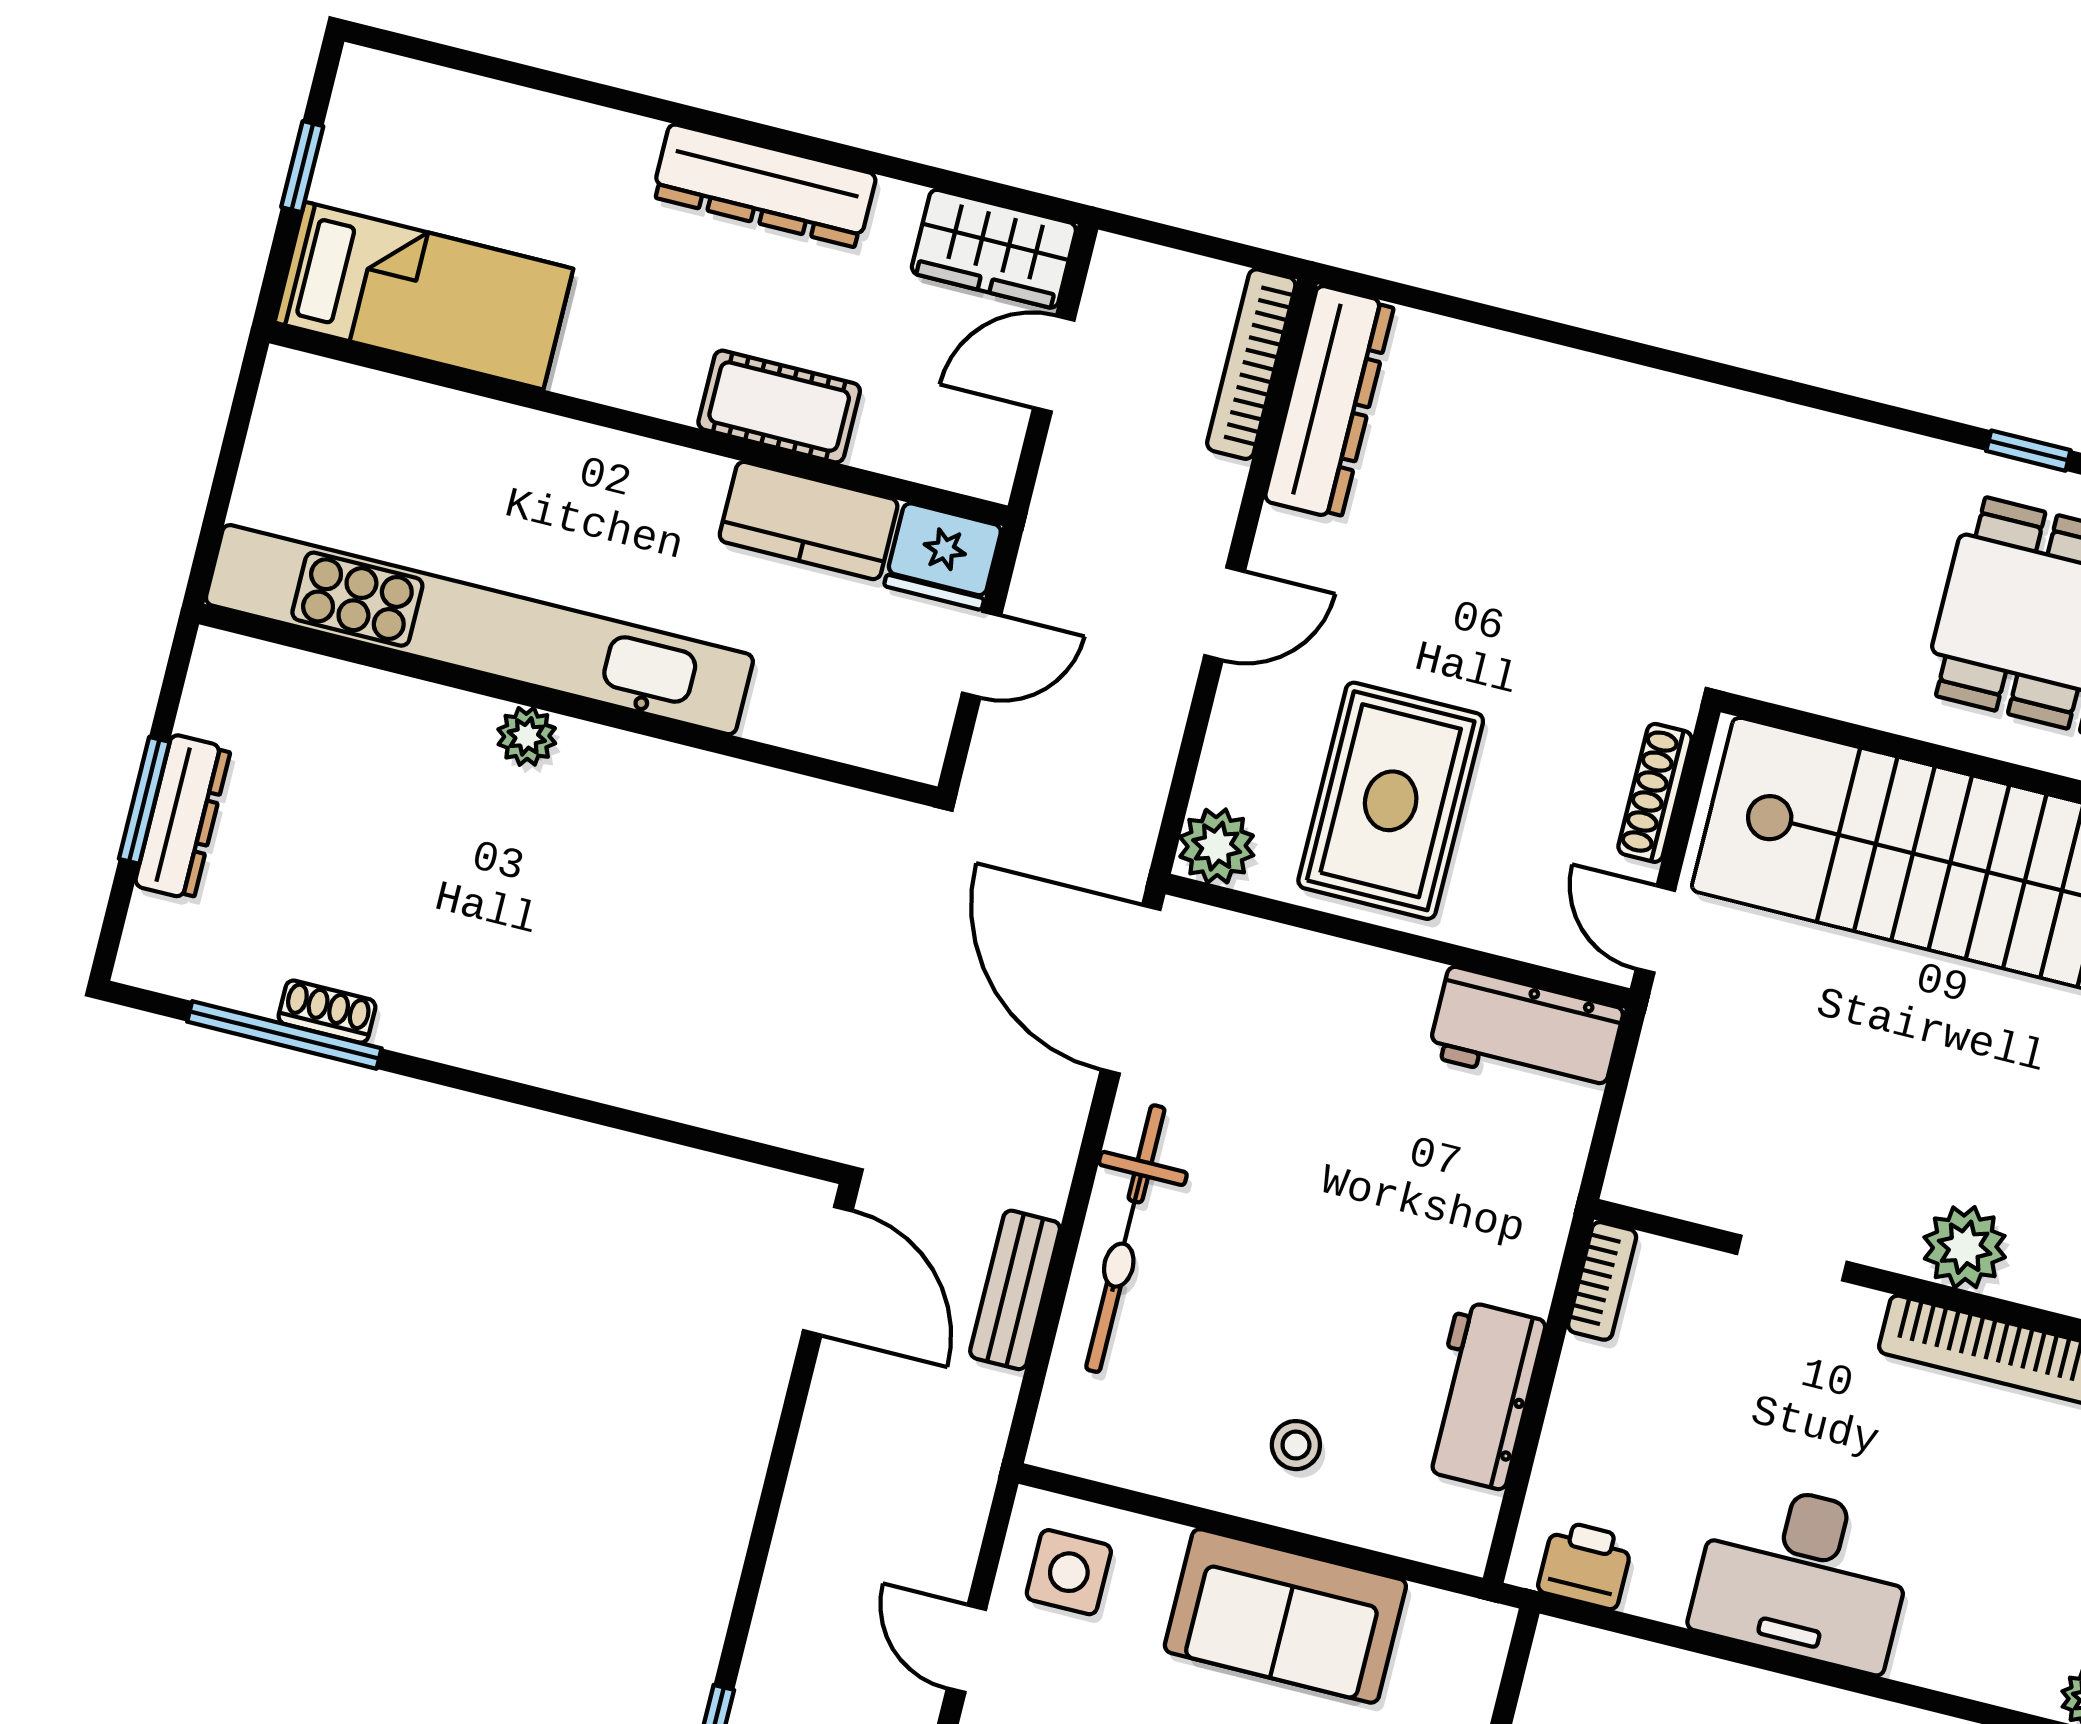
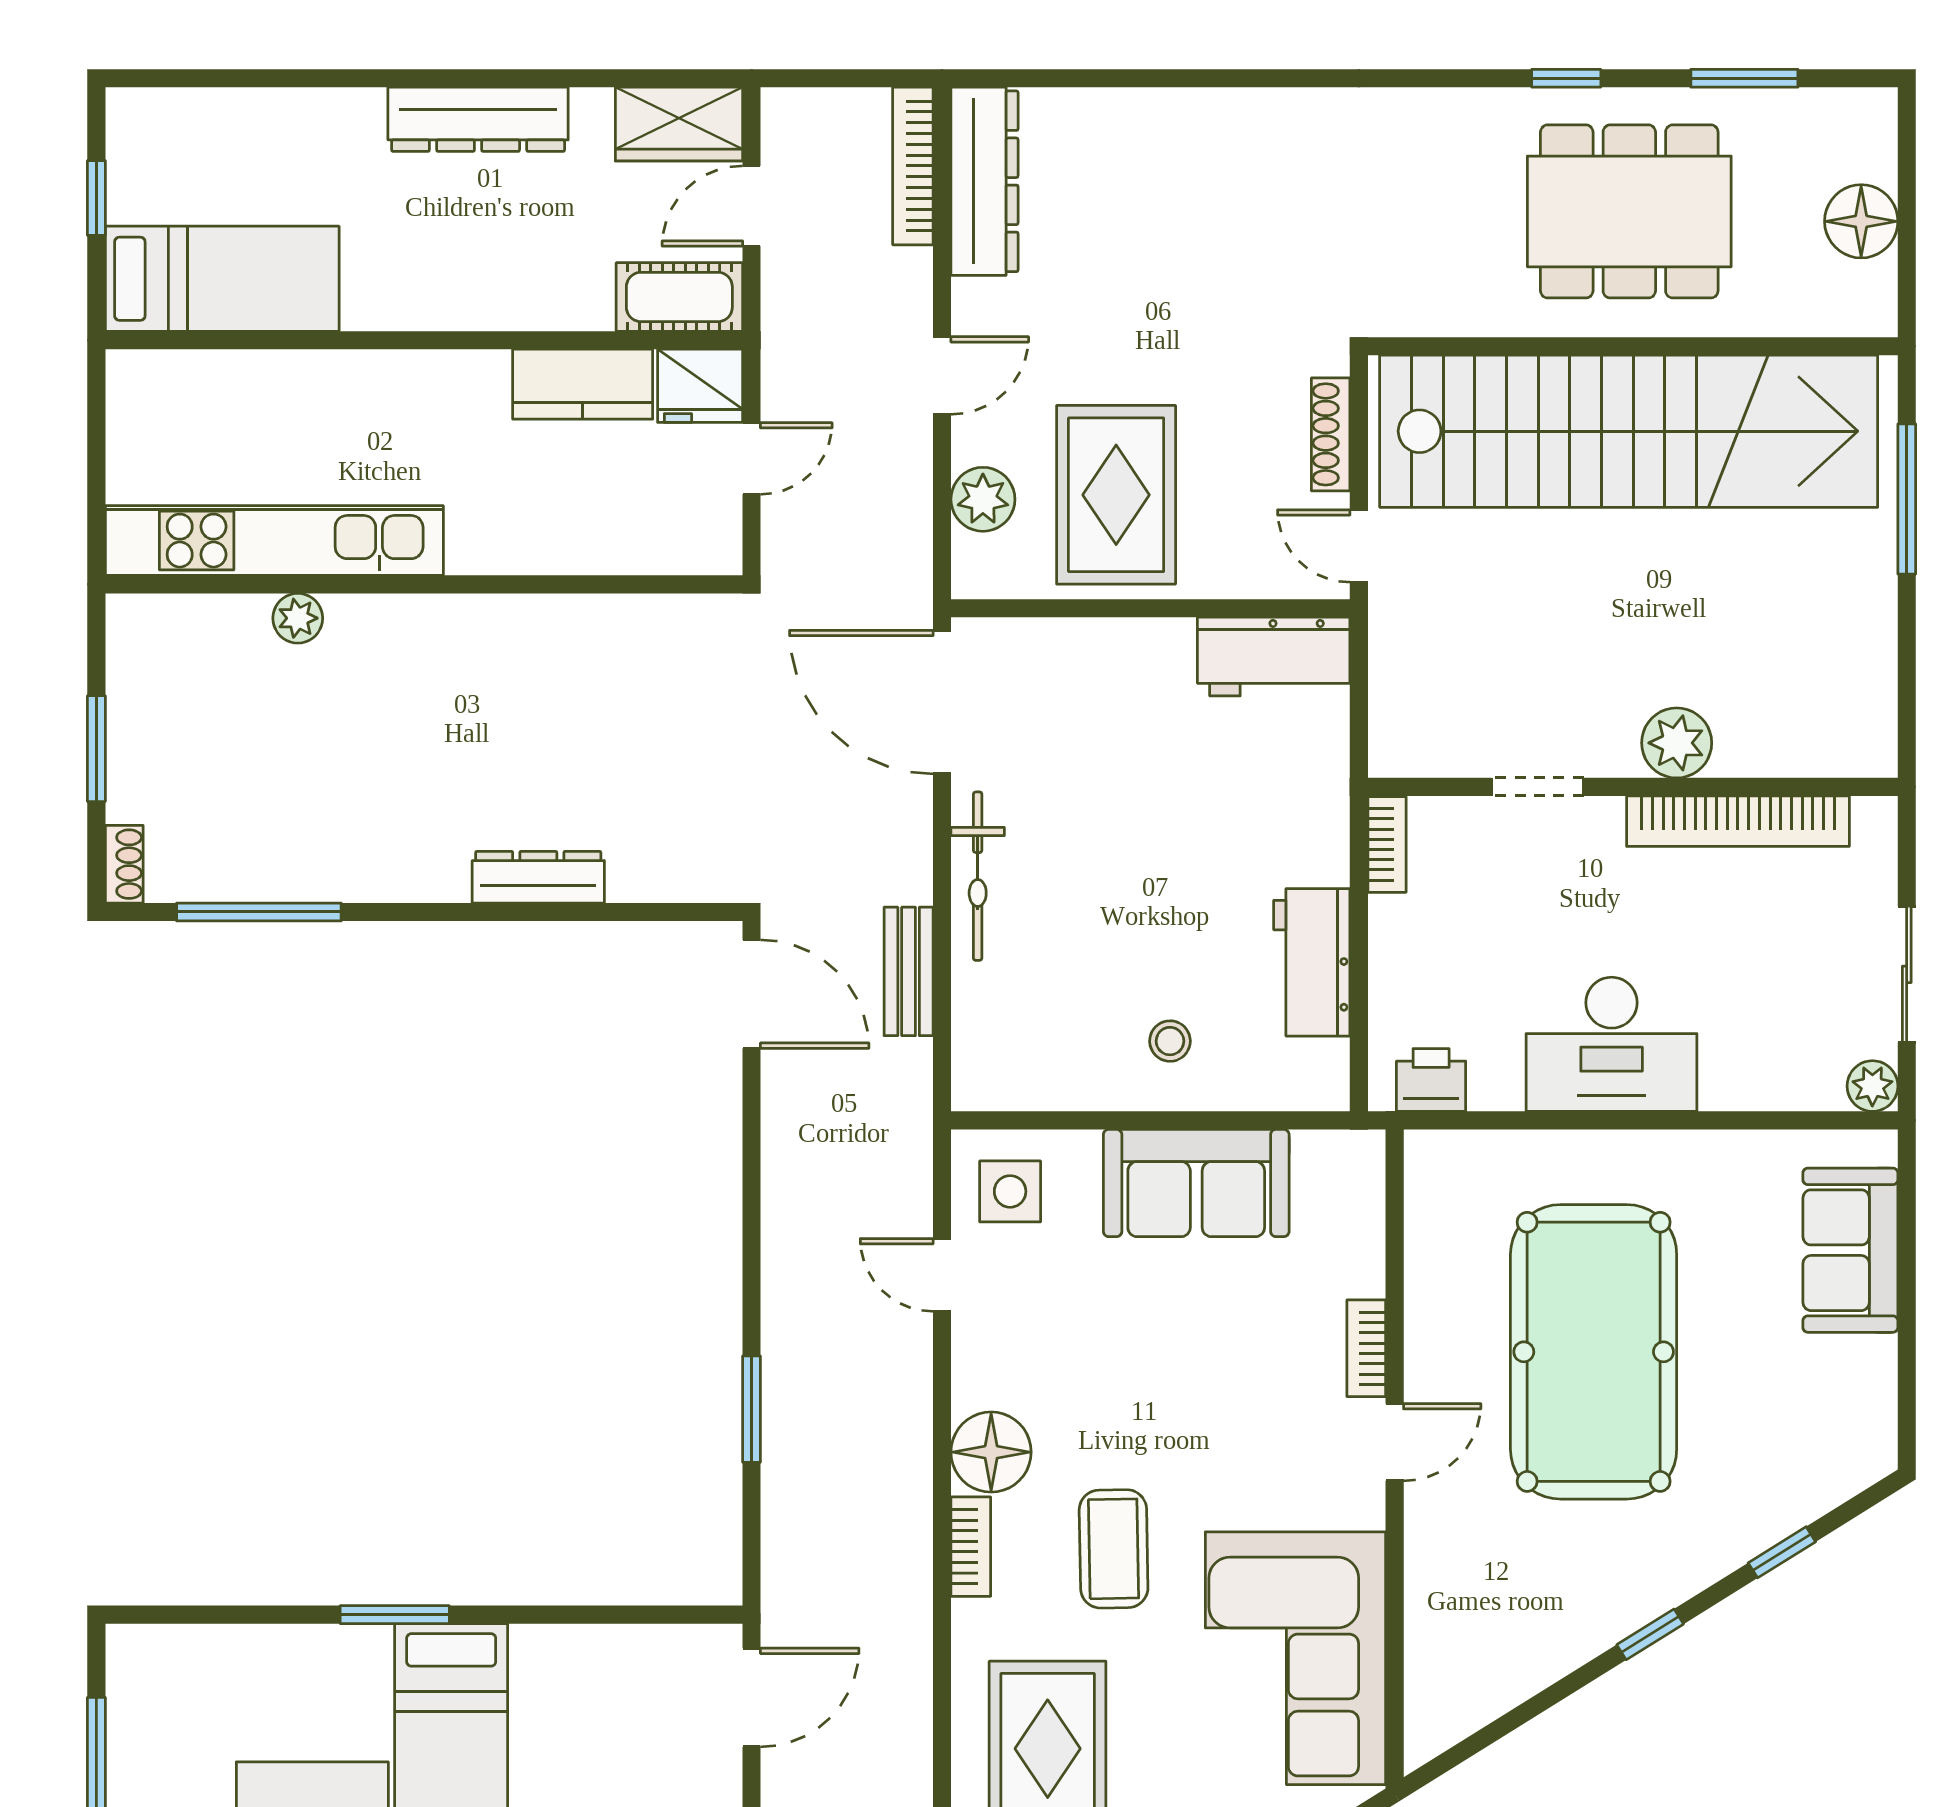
cot: (779, 407) -> (679, 297), moved
kitchen unit: (479, 630) -> (274, 541), width x0.73
plant: (527, 736) -> (298, 618), moved
dresser: (183, 817) -> (538, 877), moved, turned -90
plant: (1217, 846) -> (983, 499), moved
shoe rack: (327, 1012) -> (124, 864), moved, turned 90
bicycle: (1125, 1239) -> (978, 876), width x0.73, depth x0.71

